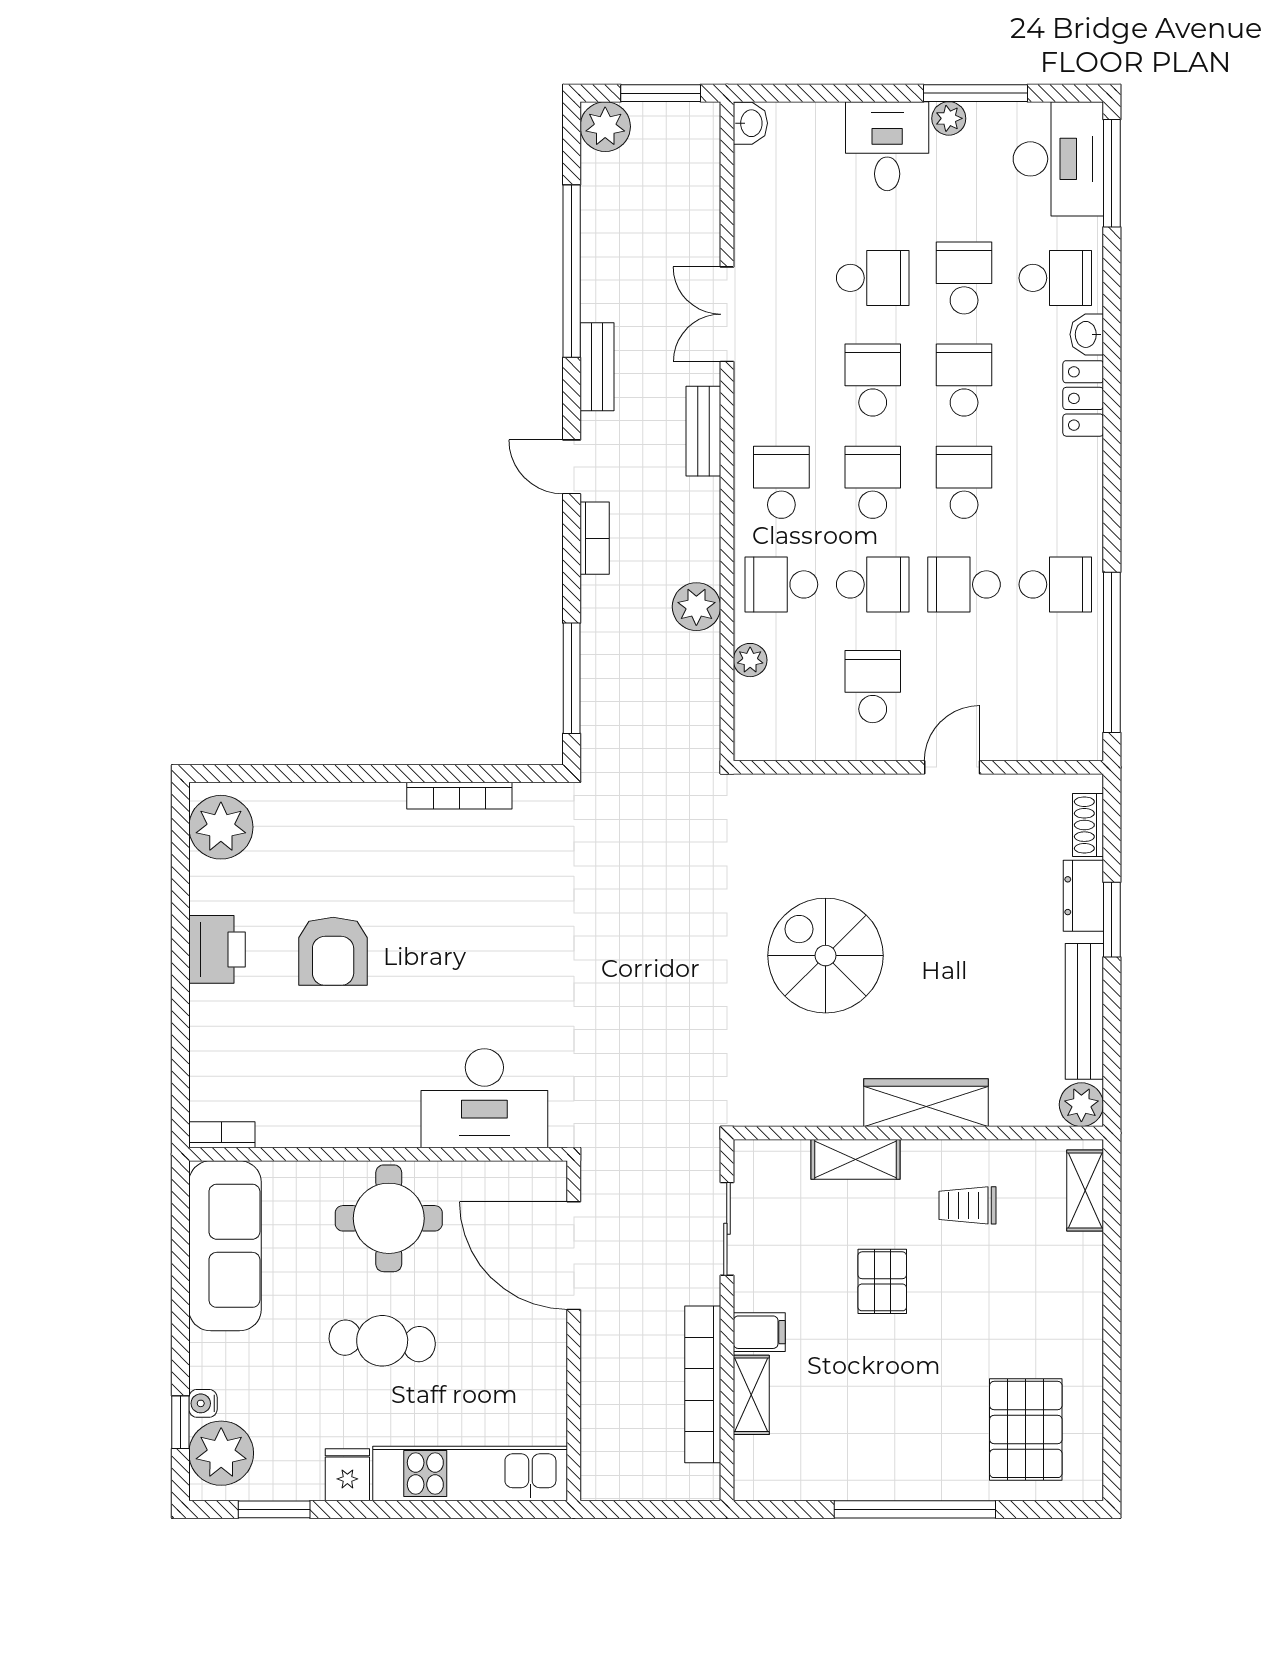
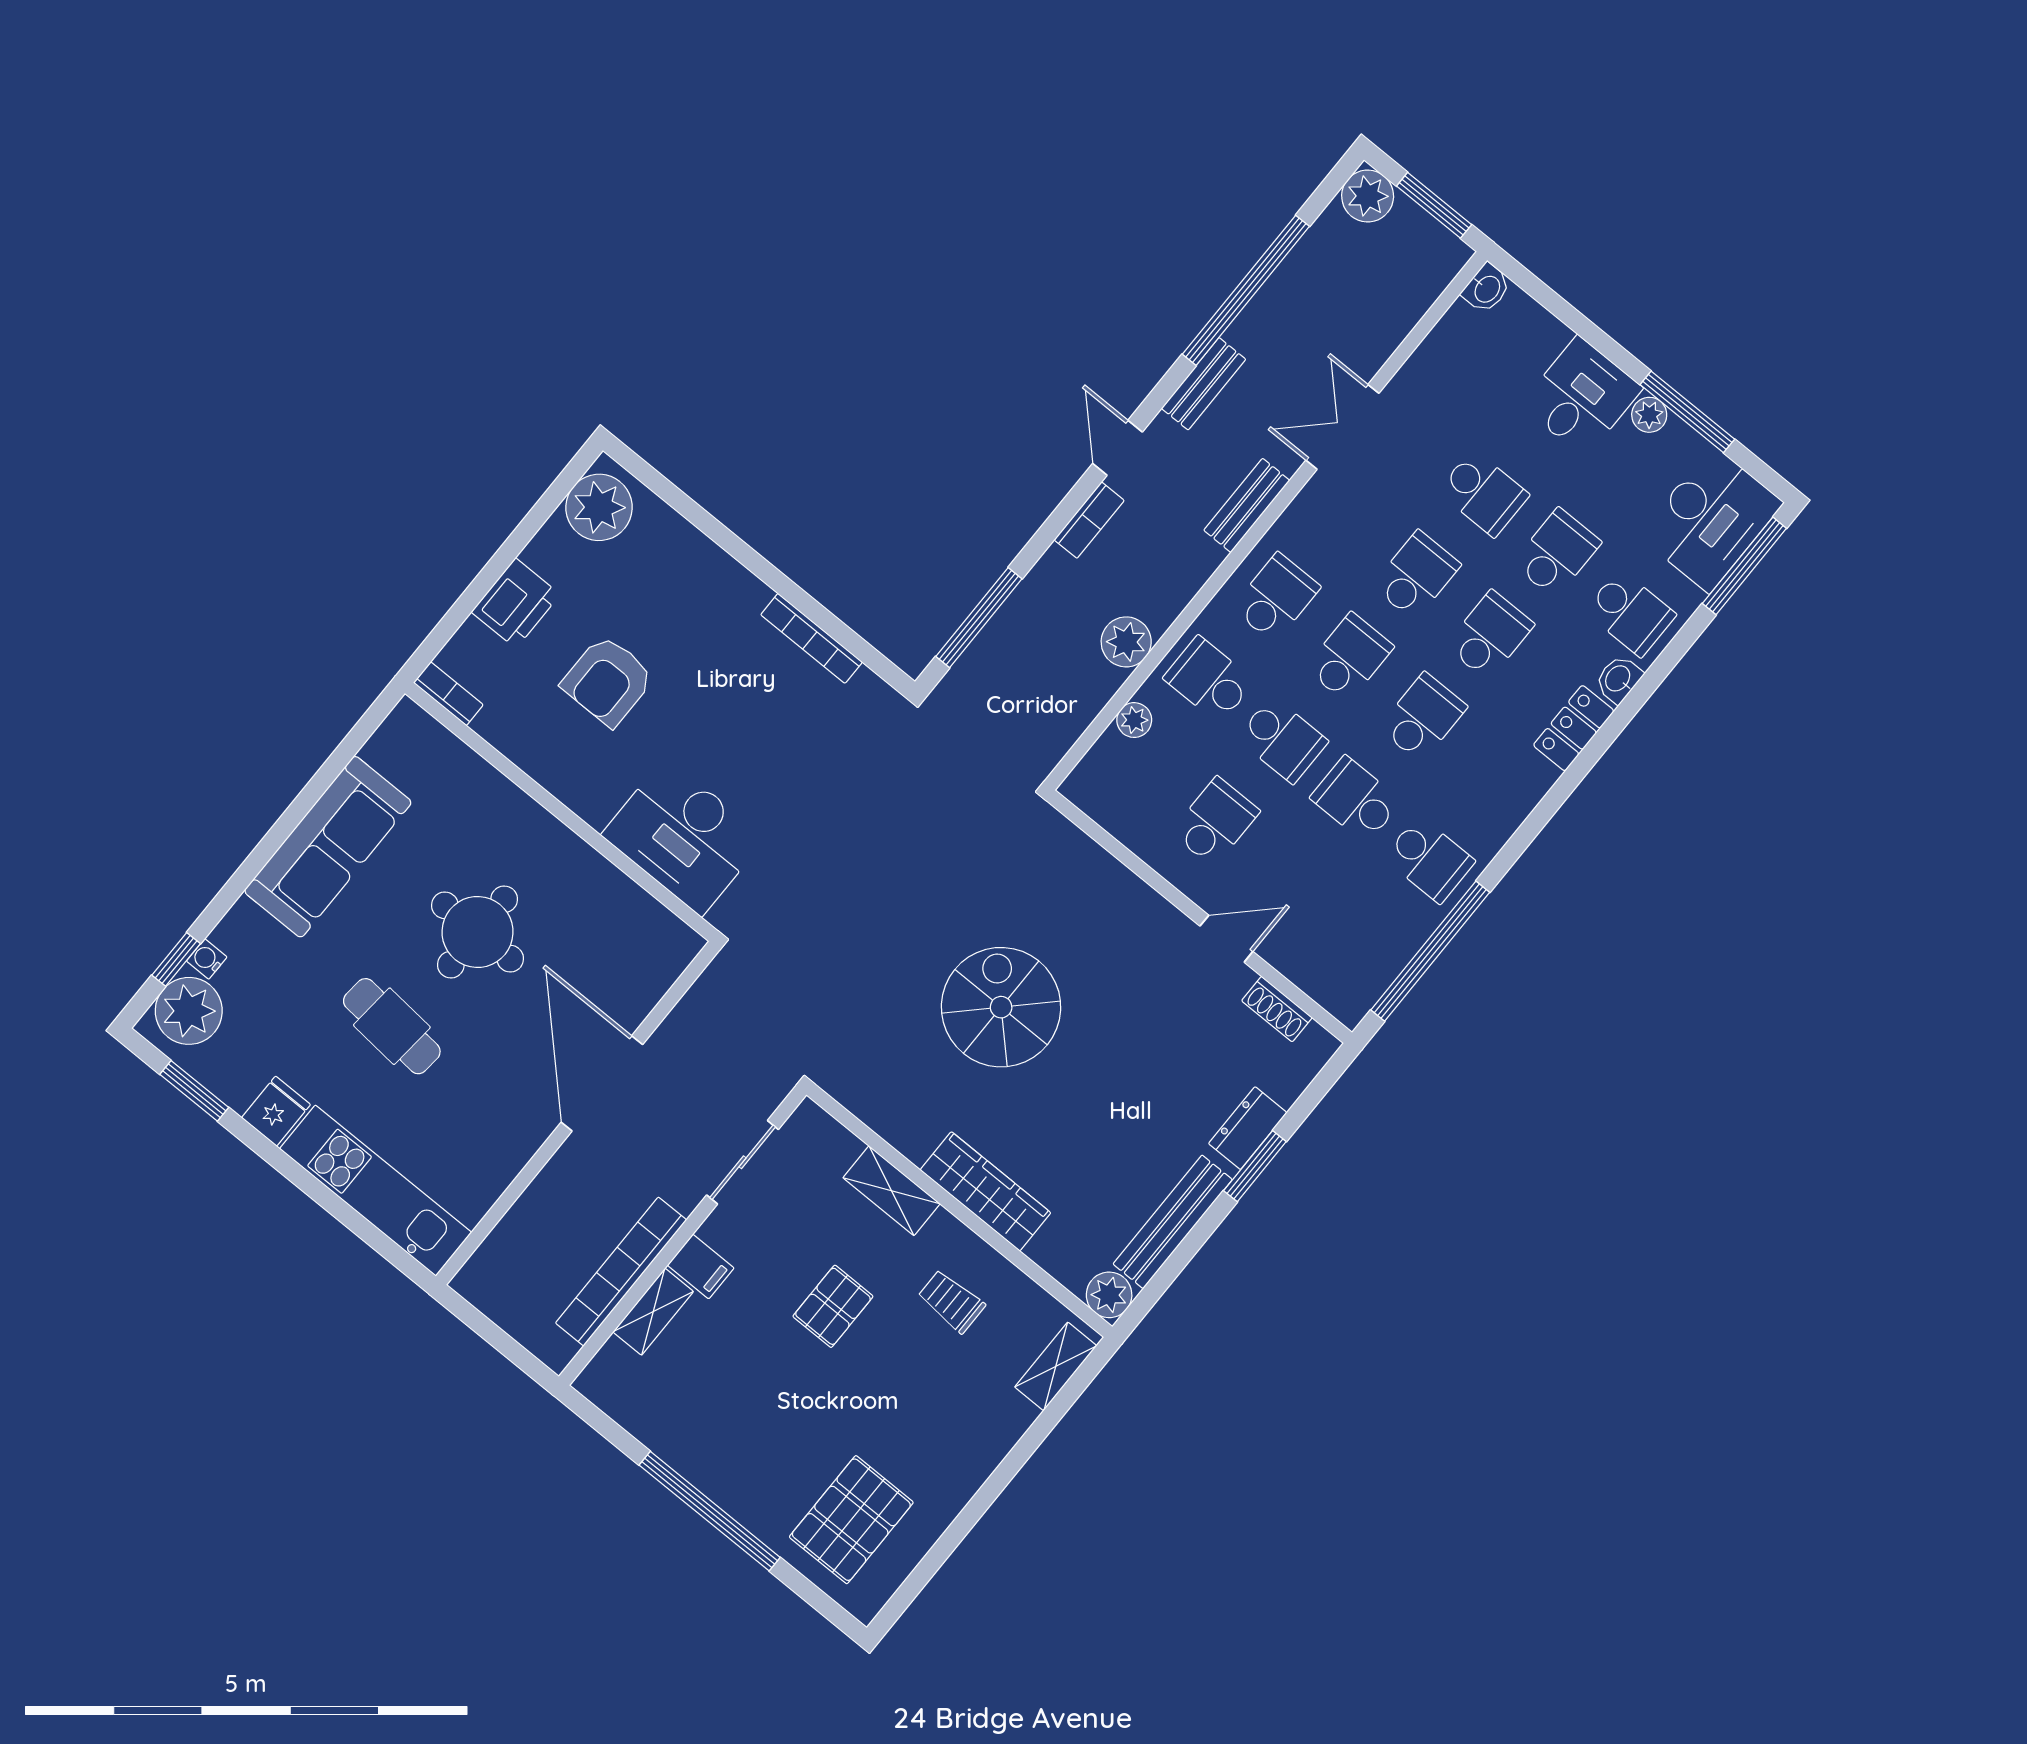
shoe rack: (1088, 825) -> (1277, 1009), moved, turned -90
desk: (484, 1098) -> (683, 837), moved
bookcase: (222, 1135) -> (448, 694), moved
wall: (378, 1154) -> (561, 812), moved

